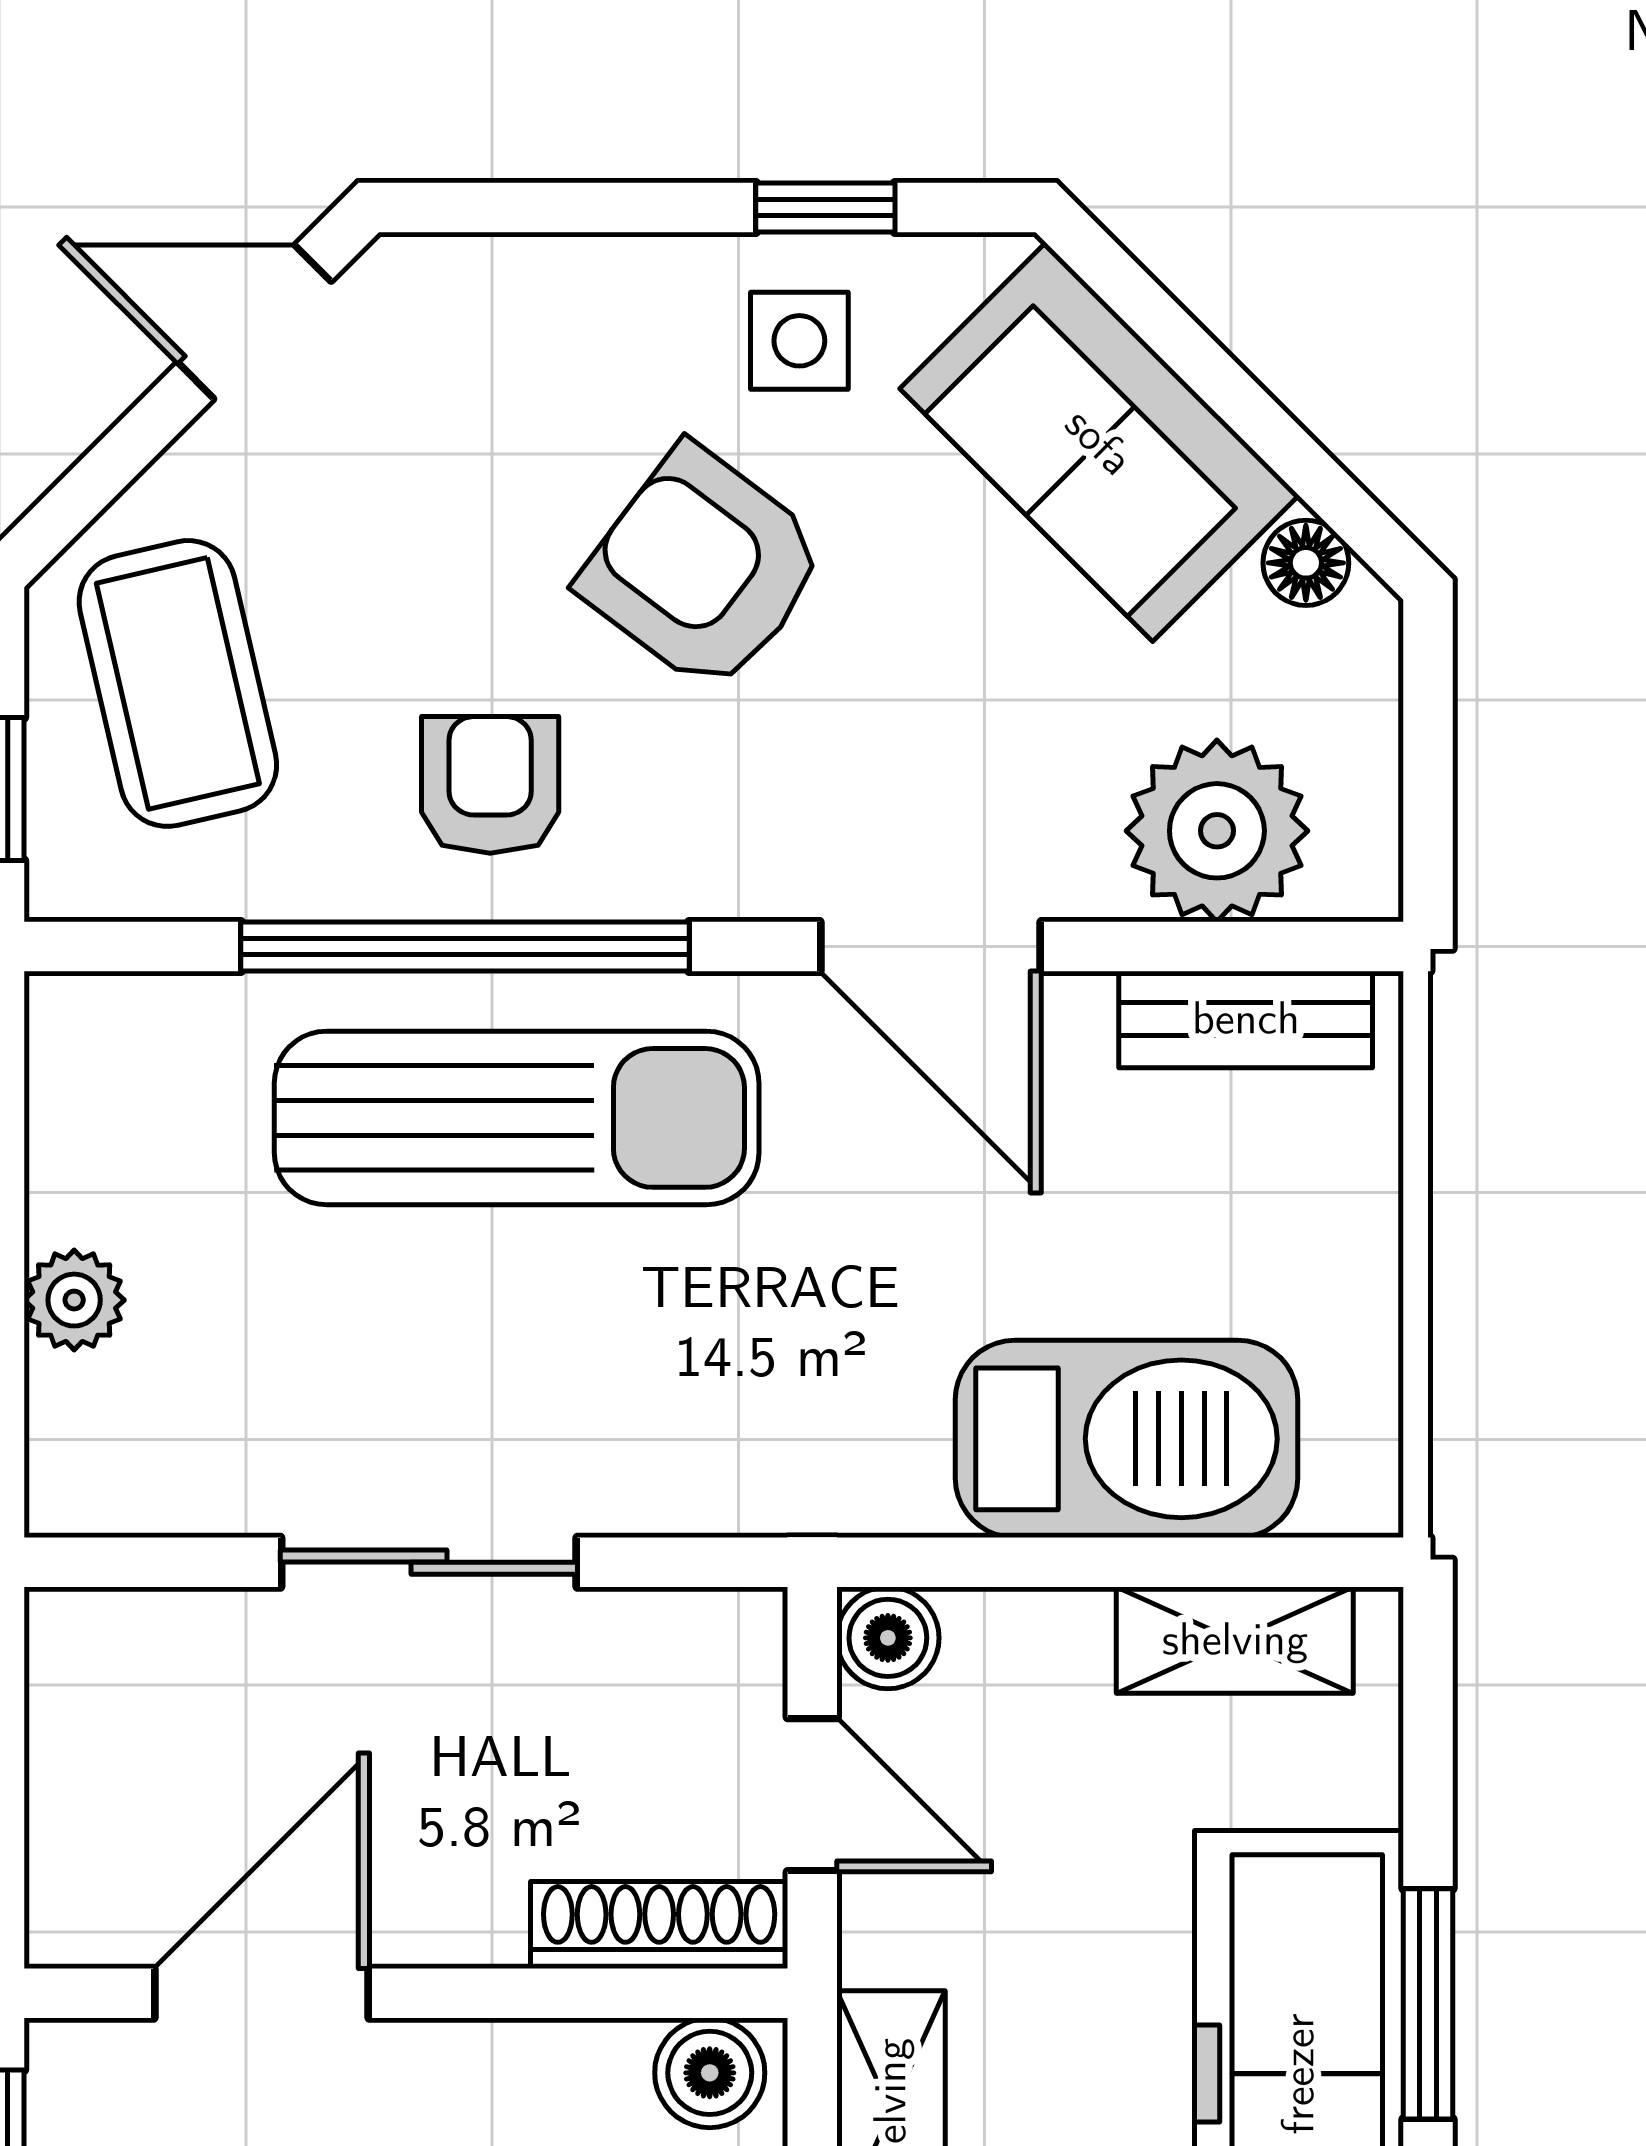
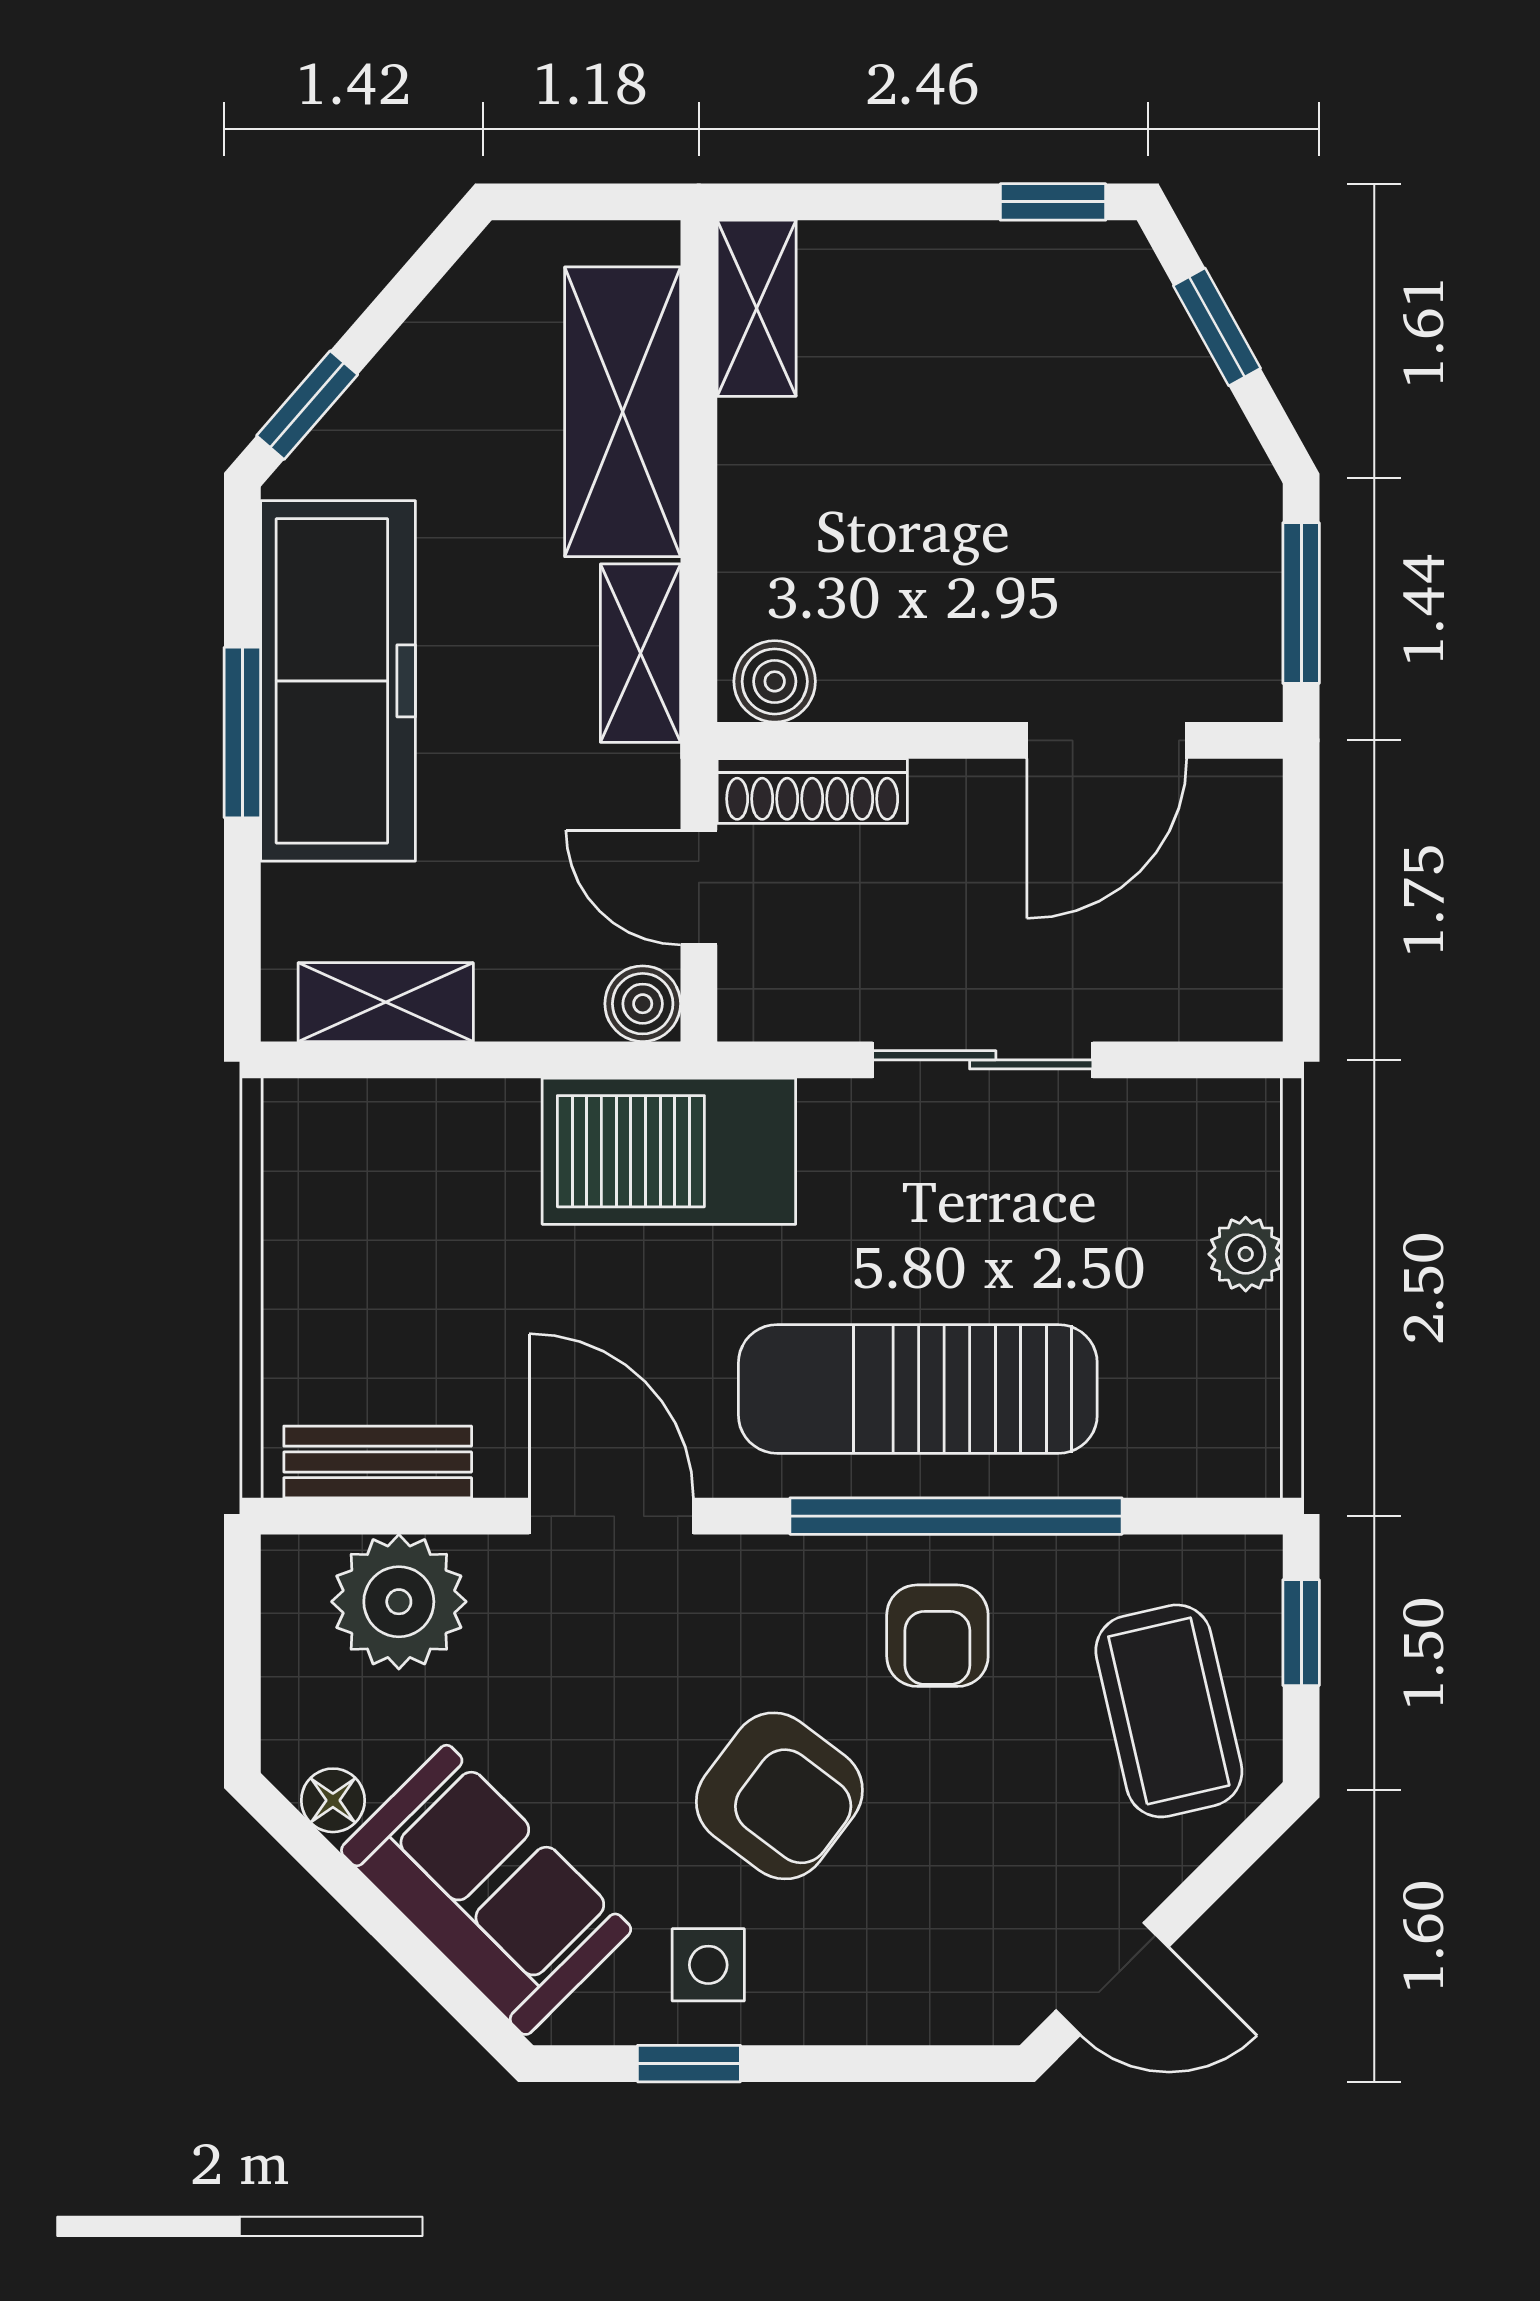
barbecue: (1127, 1439) -> (669, 1151), moved

